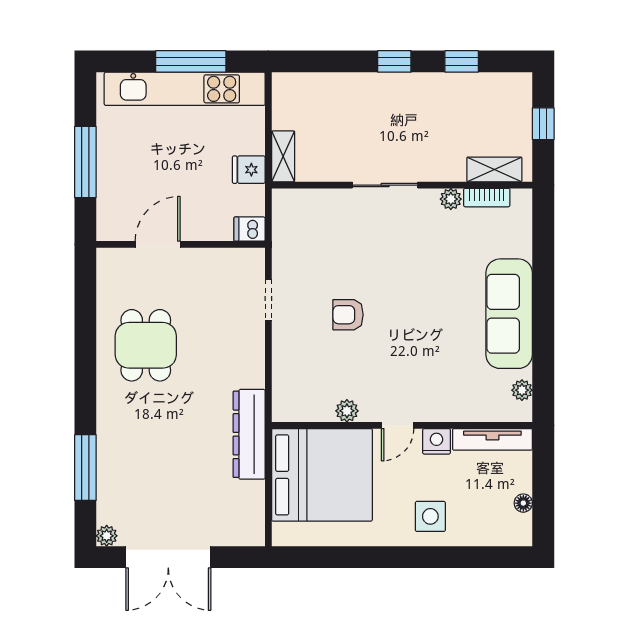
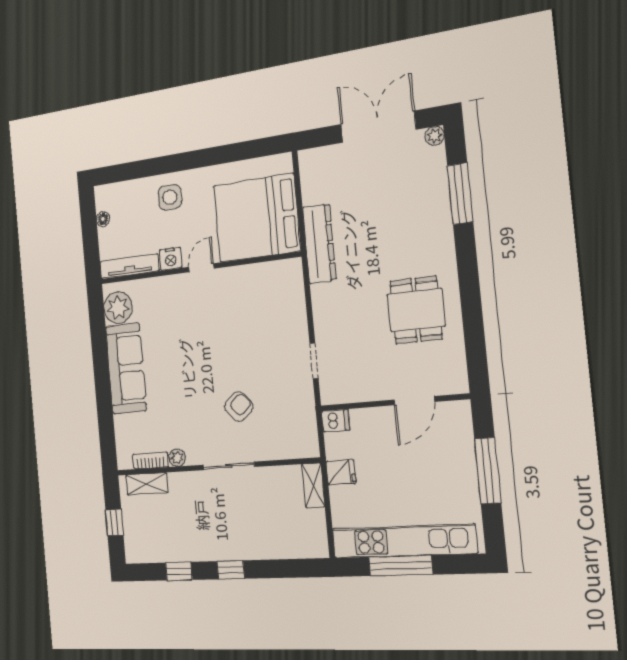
armchair: (348, 315) -> (239, 407), moved, turned -42
plant: (522, 390) -> (118, 308), width x1.87, depth x1.87
plant: (347, 411) -> (242, 274), removed

